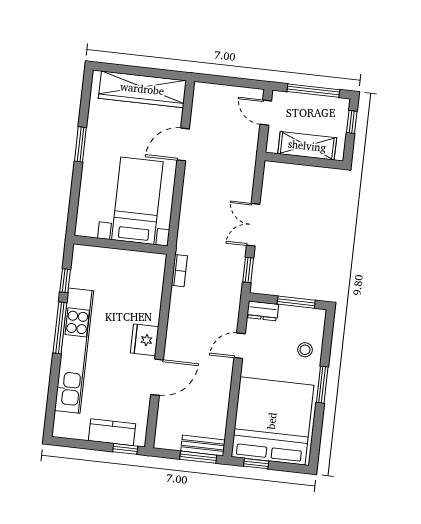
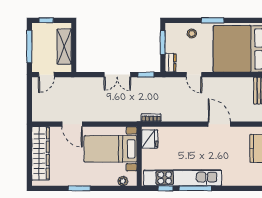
plant: (84, 215) -> (123, 181), added
fridge: (145, 340) -> (150, 139), moved, turned -90
kitchen unit: (74, 351) -> (183, 178), moved

